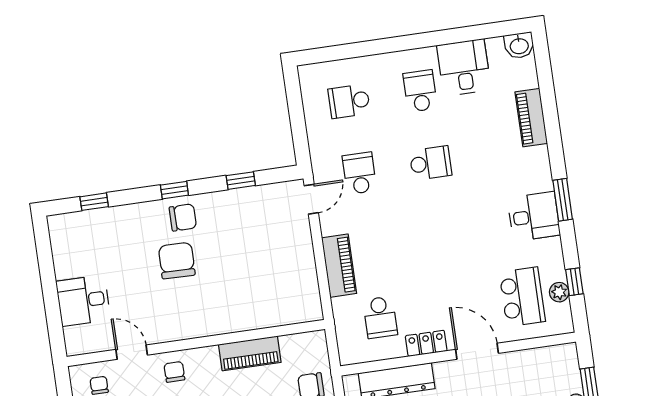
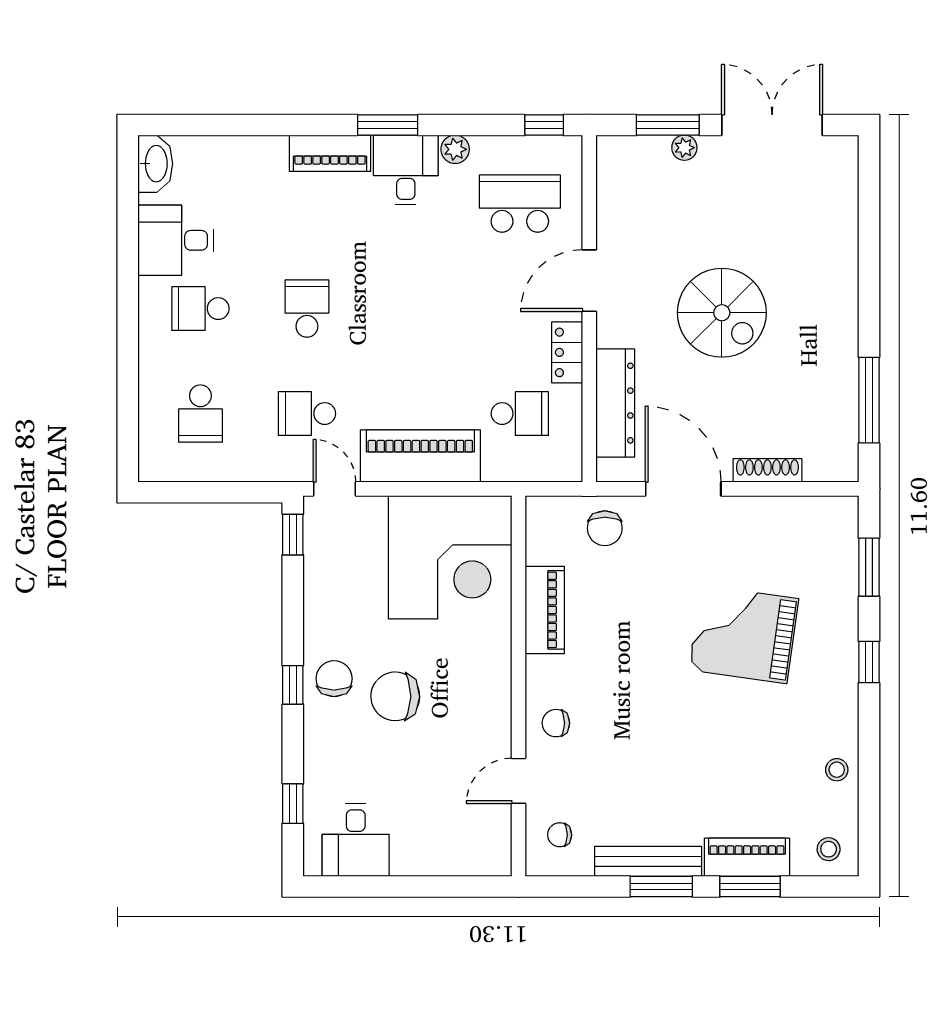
washbasin: (519, 45) -> (155, 164), width x1.38
piano: (531, 118) -> (330, 153), moved
window: (241, 181) -> (293, 535), moved
piano: (339, 266) -> (420, 456), width x1.37, depth x1.33
window: (574, 282) -> (544, 125), moved
corner desk: (276, 284) -> (450, 557), added
plant: (559, 292) -> (455, 149), moved
desk: (83, 301) -> (356, 840), moved

